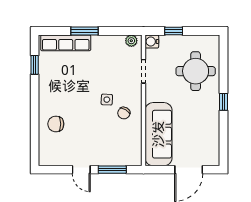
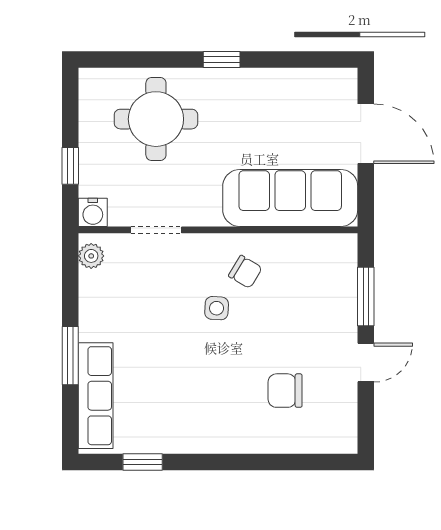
chair: (56, 124) -> (285, 391), moved, turned 90

